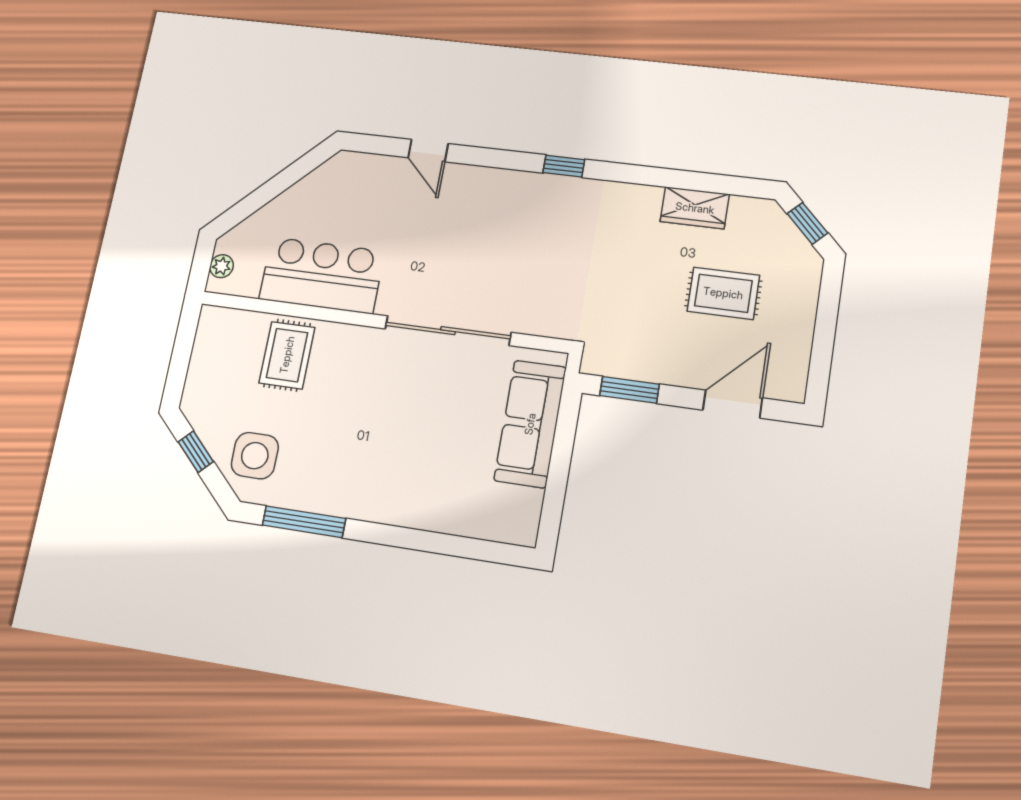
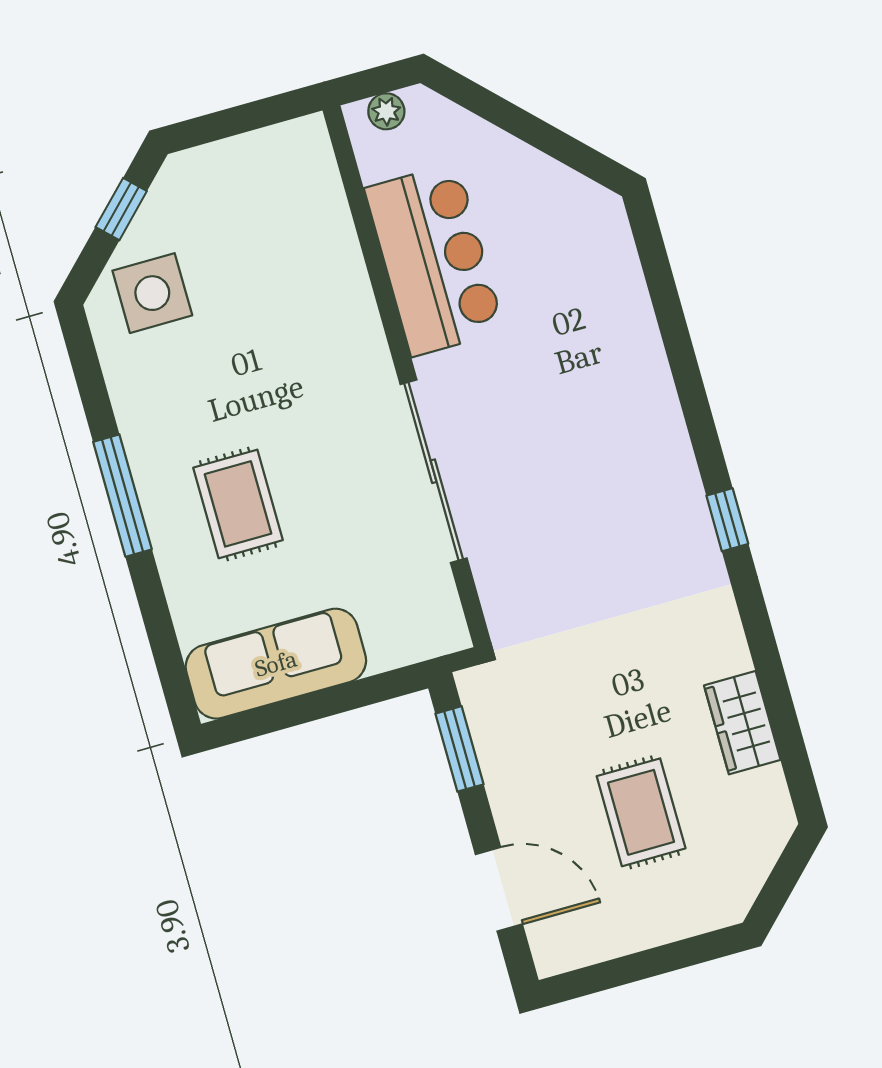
door: (428, 151) -> (671, 321), removed
window: (807, 223) -> (783, 880), removed
rug: (287, 355) -> (238, 504), moved, turned 90
sofa: (530, 424) -> (276, 664), moved
window: (304, 522) -> (122, 496), moved

